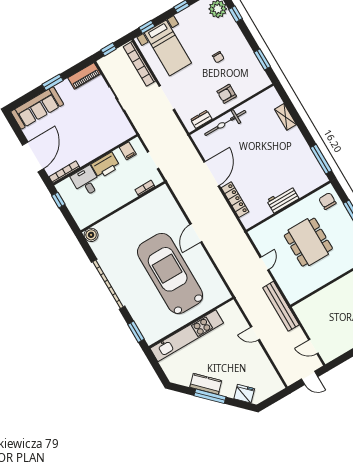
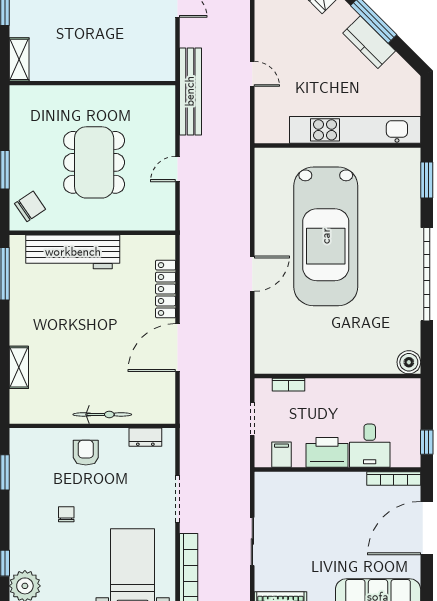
armchair: (227, 94) -> (86, 453), turned -90
bicycle: (225, 123) -> (102, 414), width x0.73, depth x0.71
workbench: (283, 199) -> (73, 252), width x1.88, depth x1.32
chair: (327, 201) -> (30, 206), turned -124

